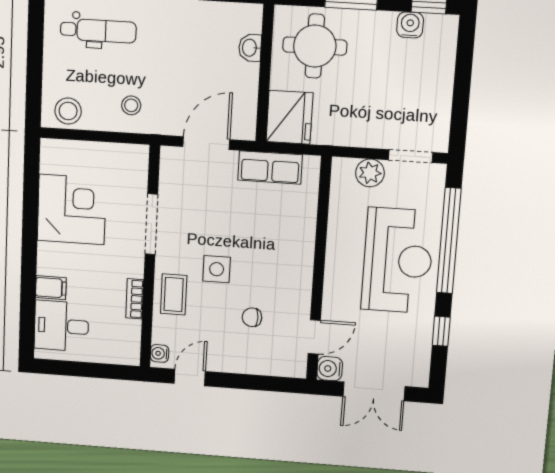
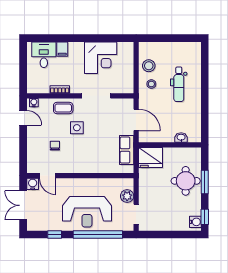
water cooler: (410, 25) -> (195, 222), moved
dental chair: (98, 31) -> (179, 84), moved
round table: (315, 46) -> (186, 181), moved
stool: (68, 111) -> (149, 66), moved

